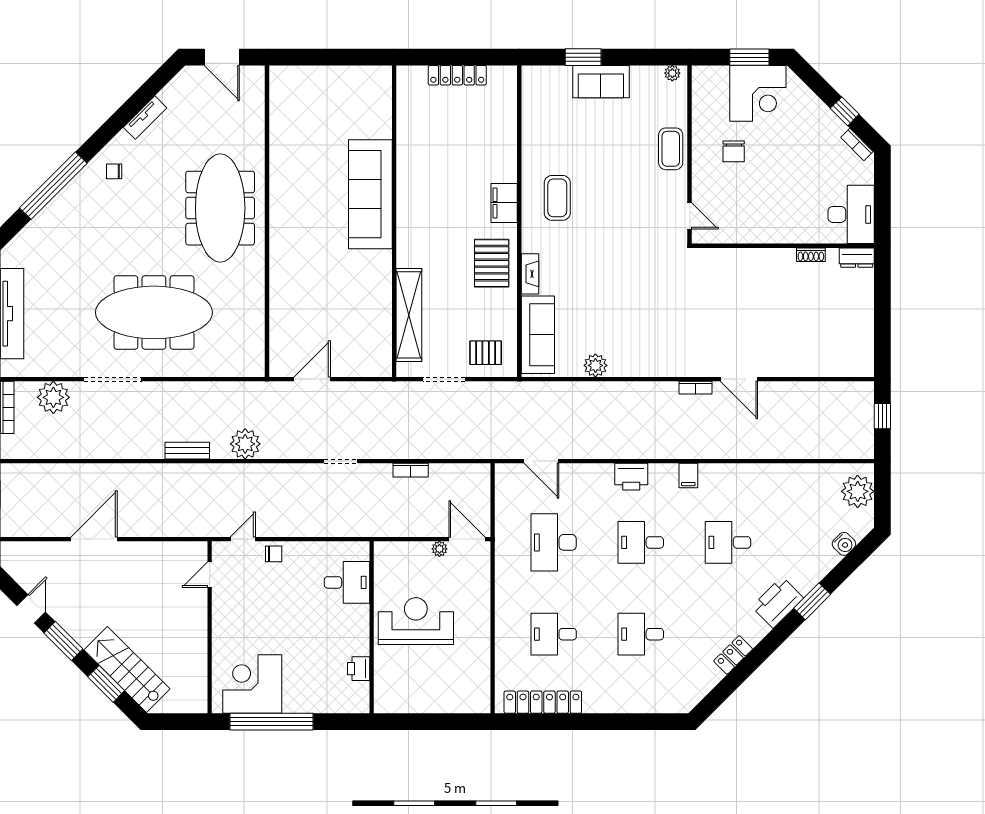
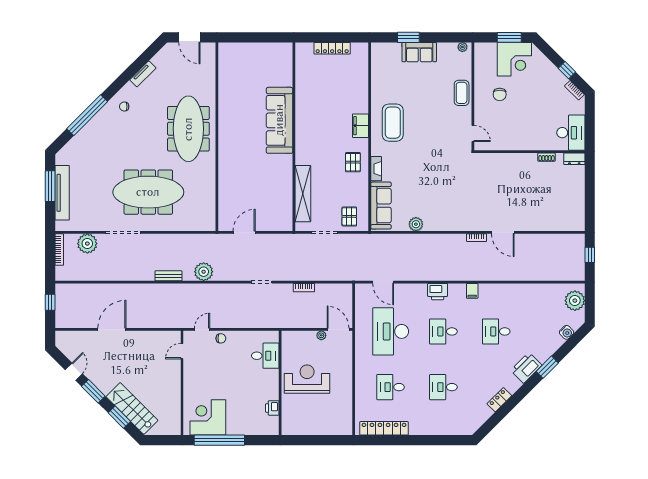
coffee table: (557, 198) -> (393, 123), width x1.36, depth x1.32
pallet: (492, 263) -> (353, 162), width x0.67, depth x0.71
pallet: (486, 353) -> (349, 216), turned 90
desk: (554, 542) -> (391, 331), width x1.36, depth x1.30

